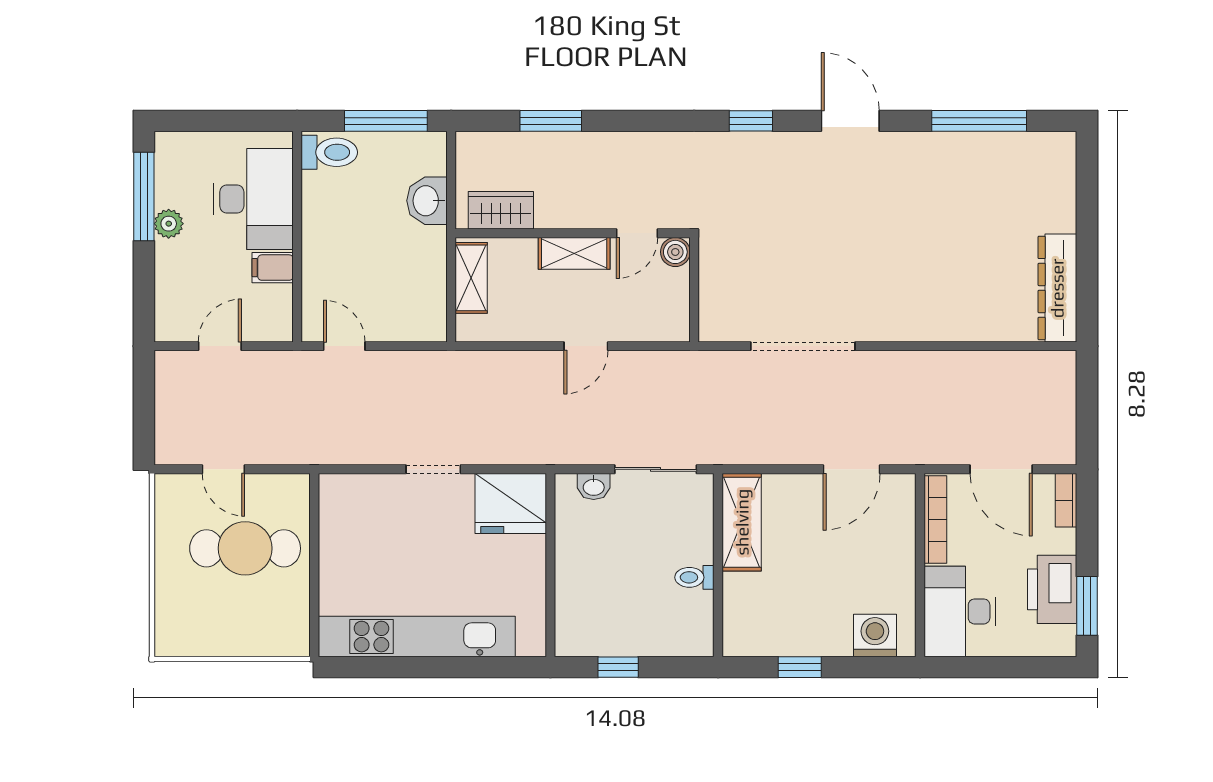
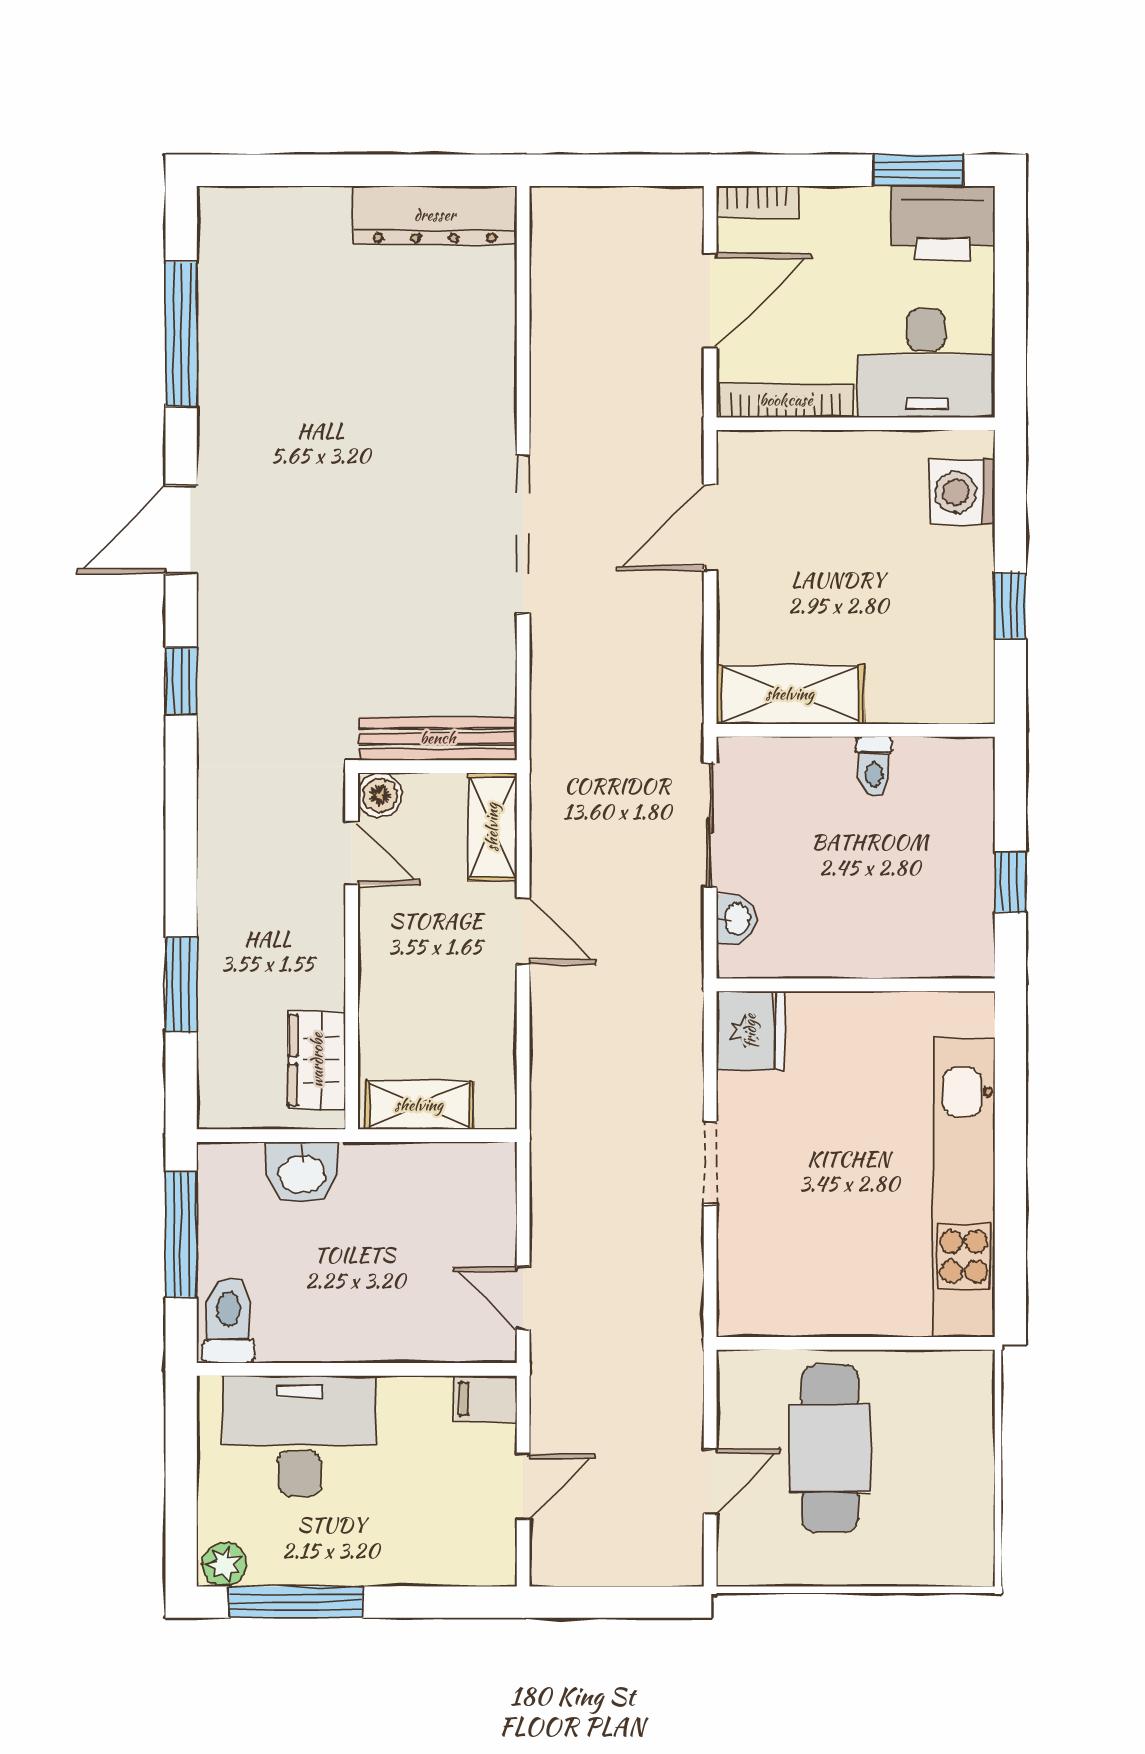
plant: (169, 224) -> (224, 1564), moved
shelving: (574, 253) -> (492, 827), moved
filing cabinet: (273, 268) -> (486, 1399), moved, turned 90
bench: (713, 290) -> (438, 738), added
door: (220, 346) -> (523, 1487), swing flipped
door: (344, 346) -> (523, 1298), hinge flipped
doorway: (803, 346) -> (523, 534), moved
door: (852, 469) -> (710, 528), swing flipped
fridge: (511, 504) -> (750, 1031), width x0.73, depth x0.75
printer: (1052, 589) -> (943, 223), moved

